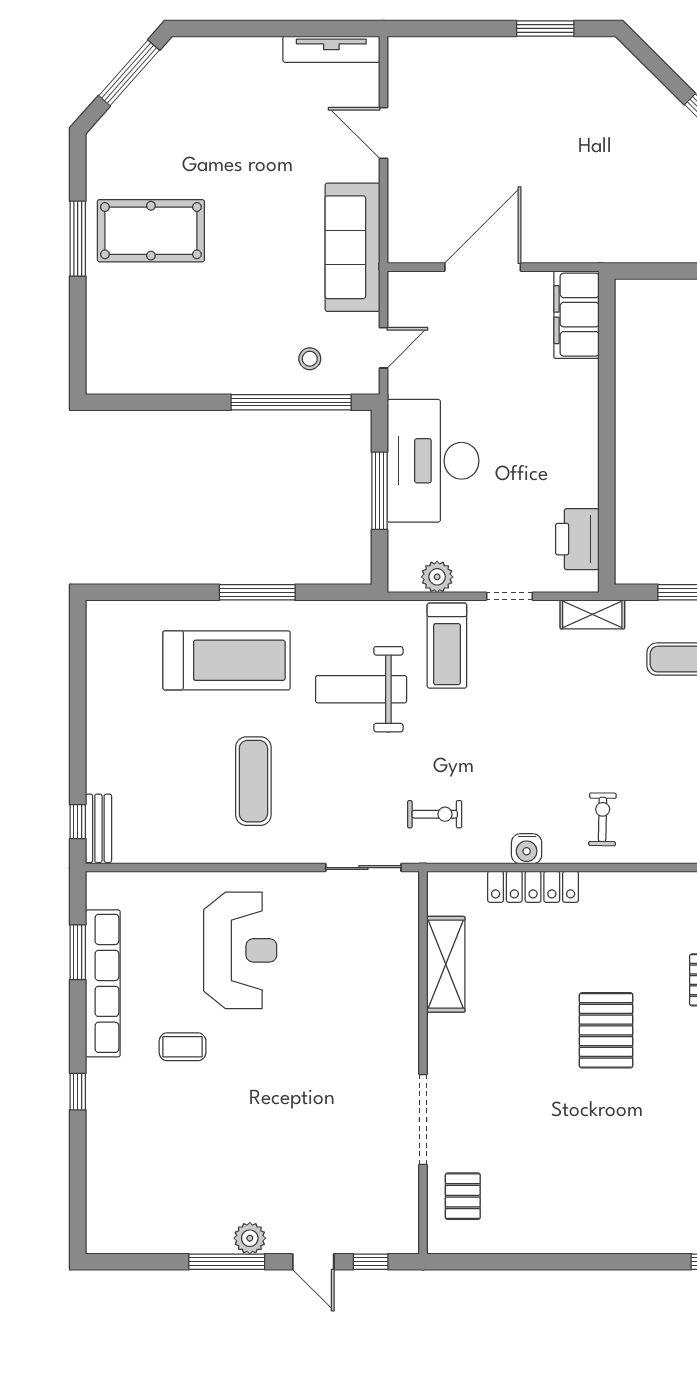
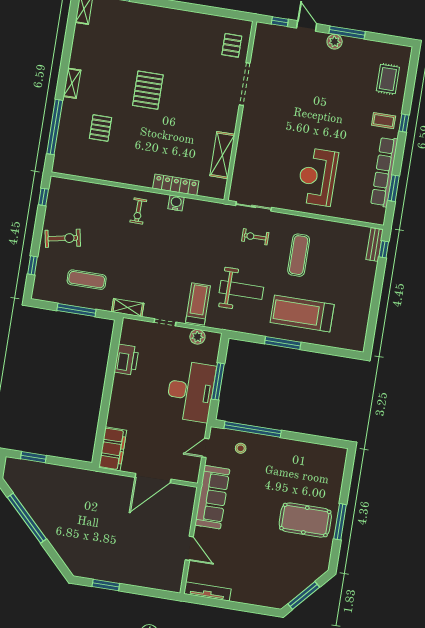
printer: (577, 539) -> (127, 360), moved
exercise bike: (435, 814) -> (255, 237), moved
pallet: (606, 1030) -> (148, 90), moved
coffee table: (183, 1047) -> (384, 121), moved
rug: (126, 1178) -> (388, 79), added

